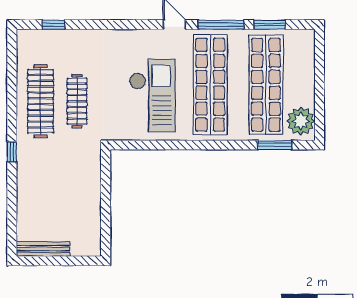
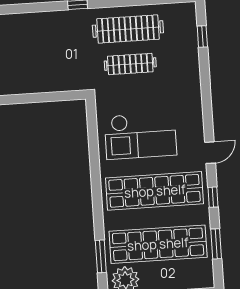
window: (221, 25) -> (213, 197), width x0.46

